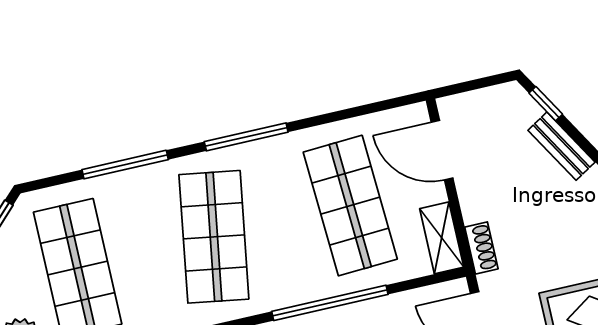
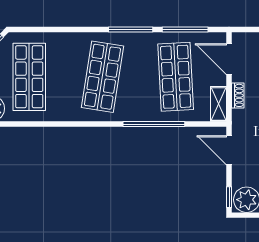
window: (125, 165) -> (185, 30), moved
shoe rack: (481, 248) -> (238, 95), moved

